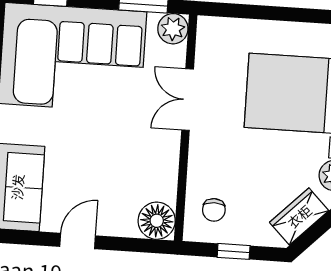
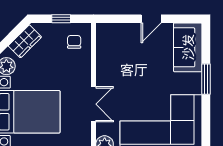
floor lamp: (157, 221) -> (107, 33), removed

